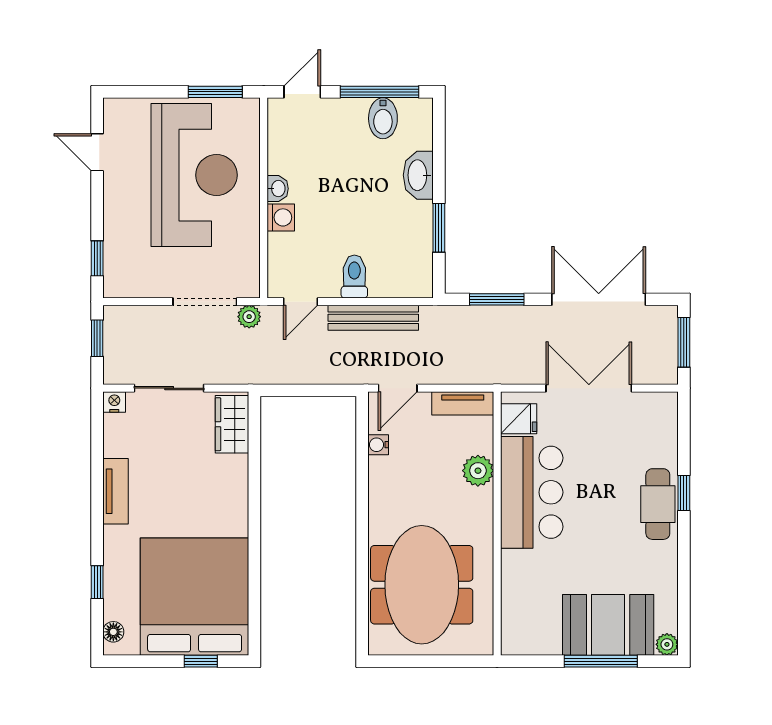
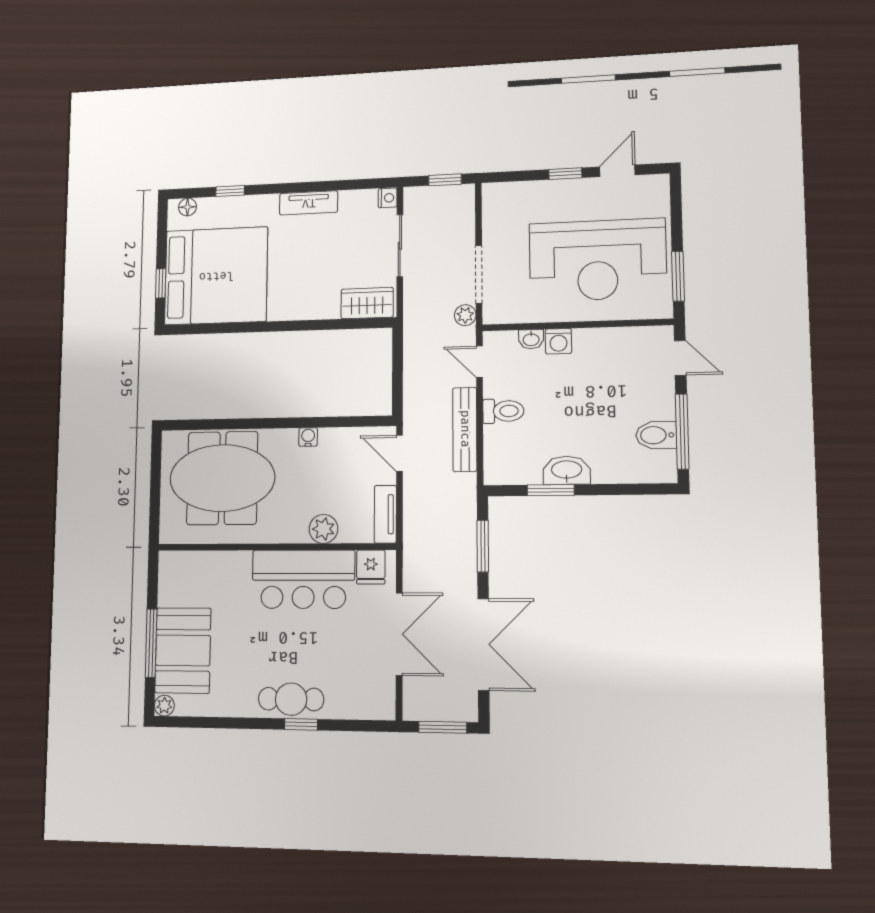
washbasin: (418, 175) -> (567, 470), moved
washbasin: (278, 189) -> (531, 339), moved
window: (97, 258) -> (565, 174), moved
water cooler: (378, 445) -> (308, 437), moved

